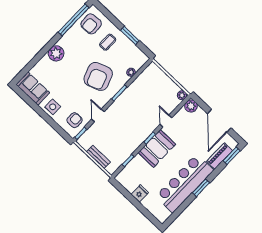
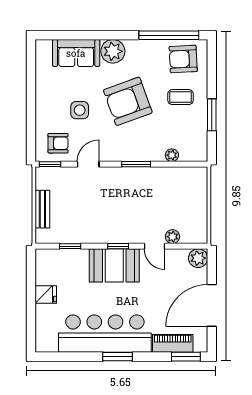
armchair: (98, 76) -> (128, 101), moved
sofa: (33, 89) -> (76, 53), moved, turned 90
plant: (182, 95) -> (172, 237), moved
side table: (53, 107) -> (80, 110), moved
door: (166, 121) -> (154, 246), swing flipped

